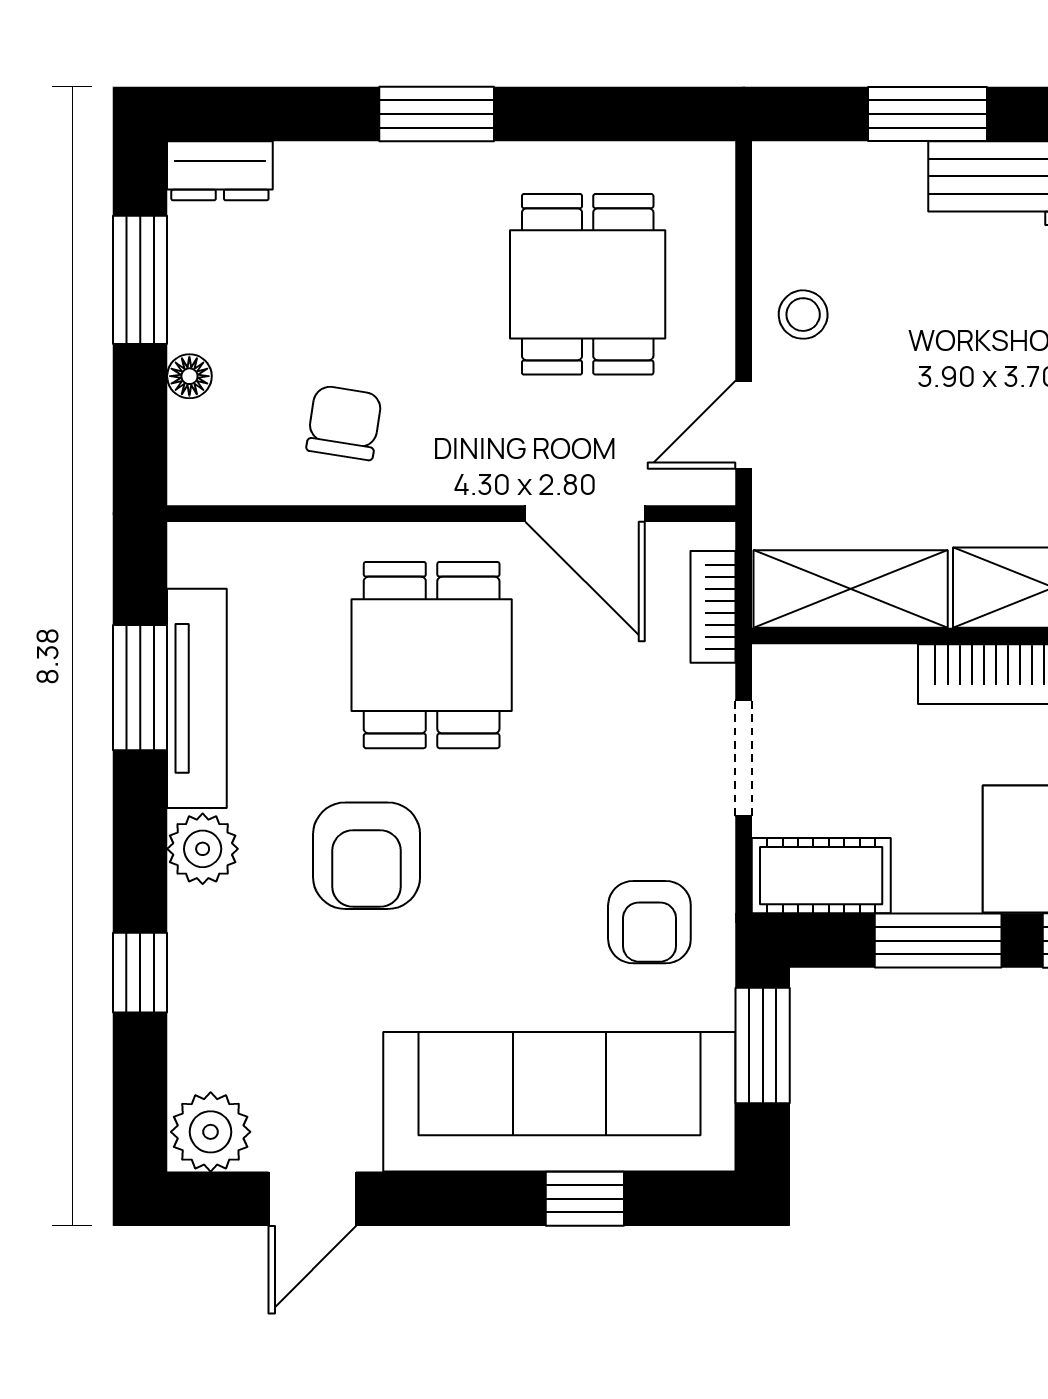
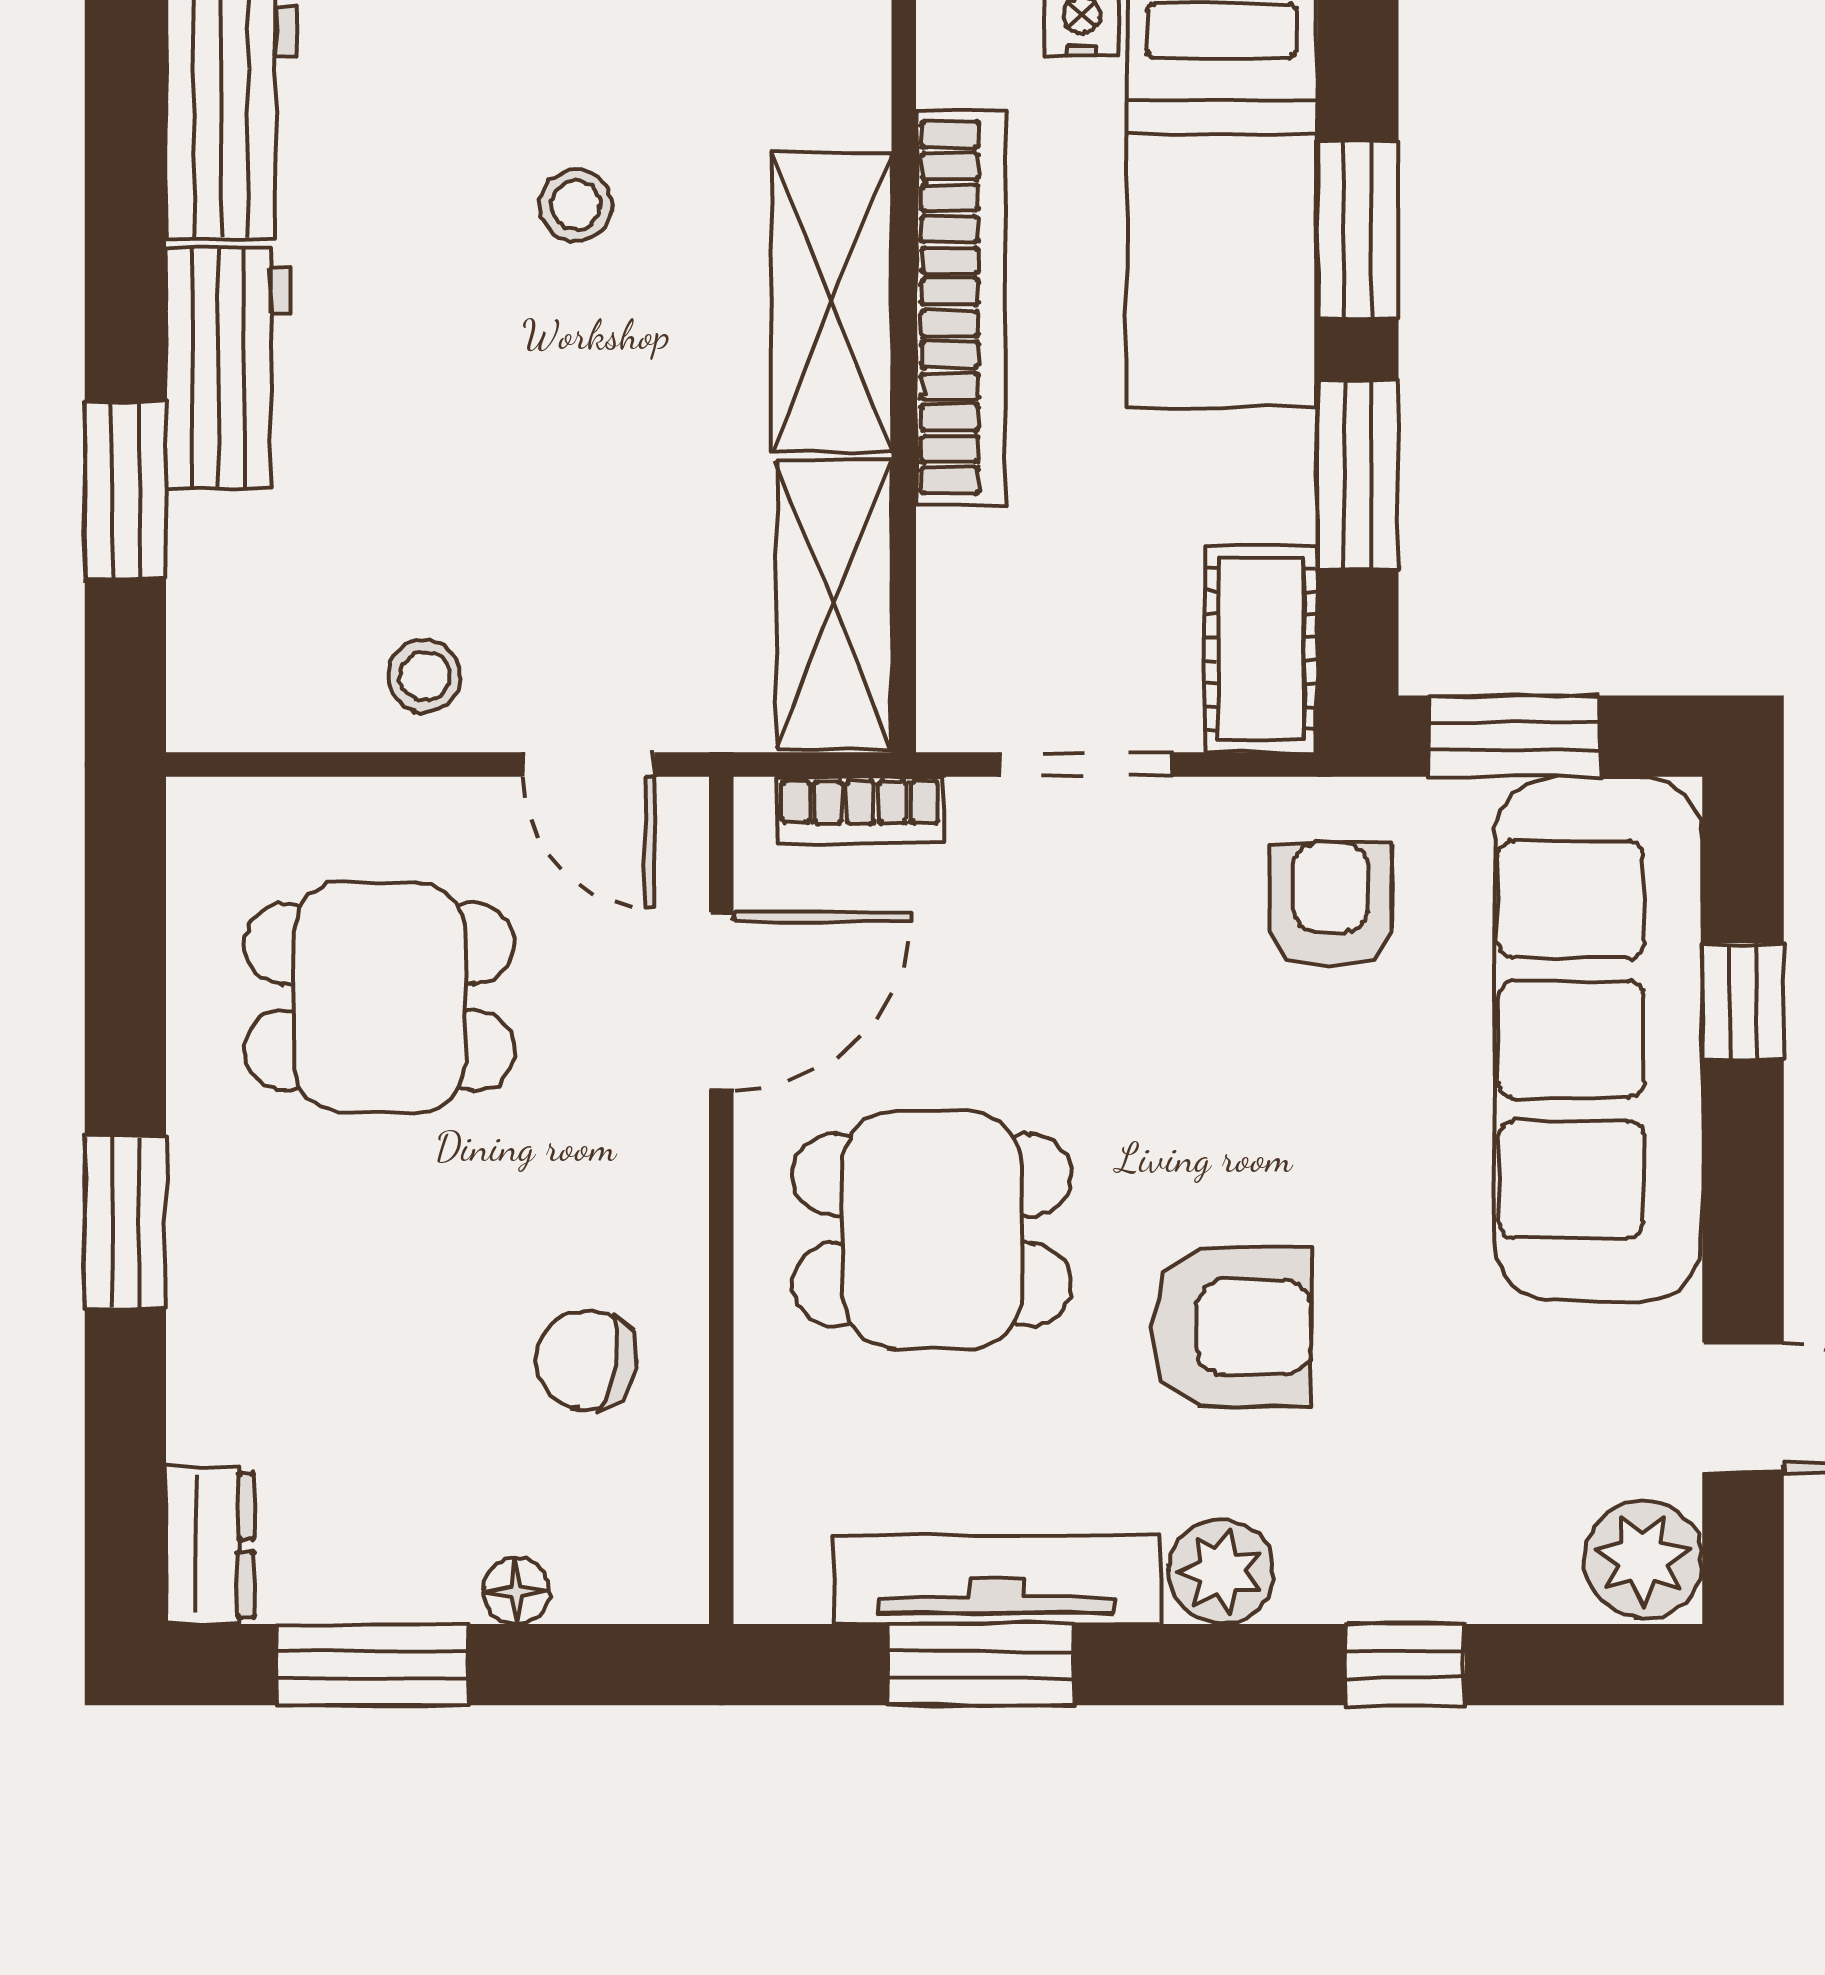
armchair: (649, 922) -> (1330, 905), turned -90

